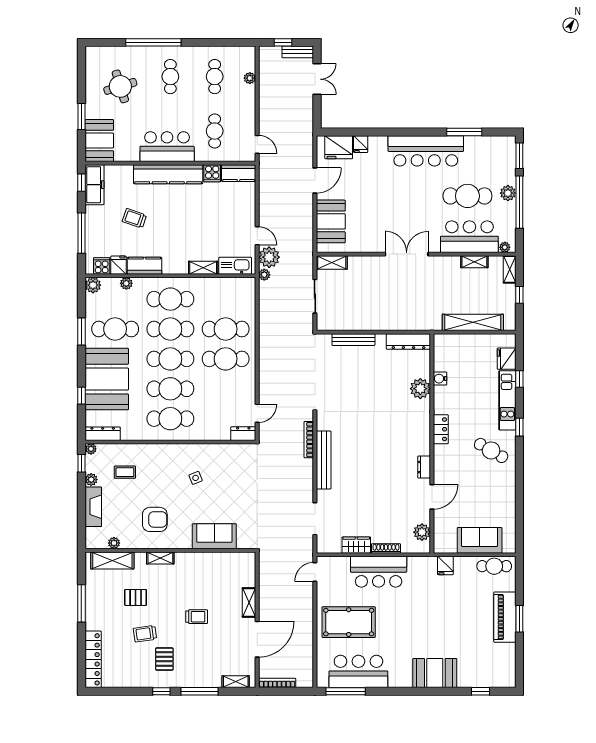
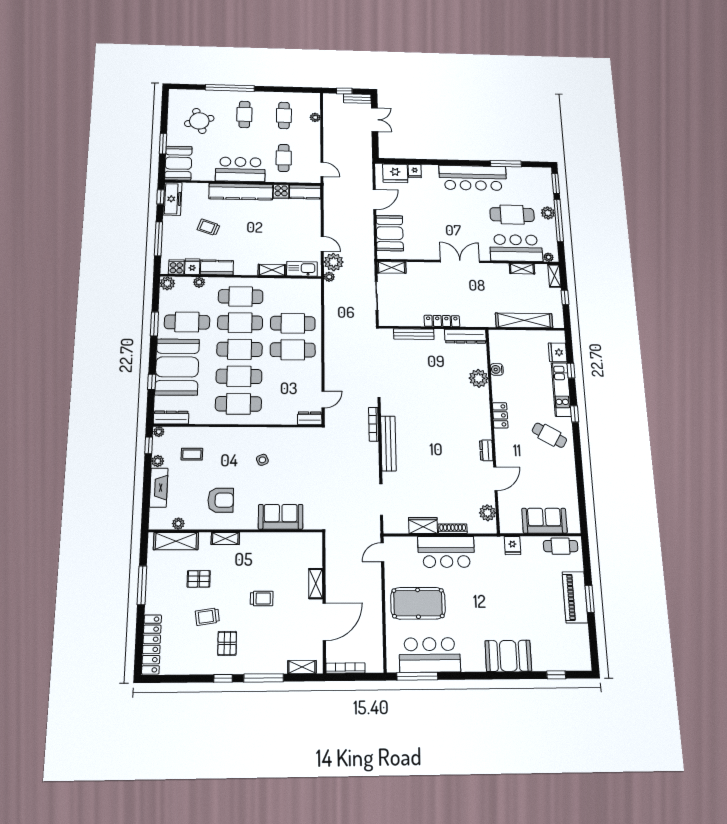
locker: (384, 324) -> (442, 321), added

